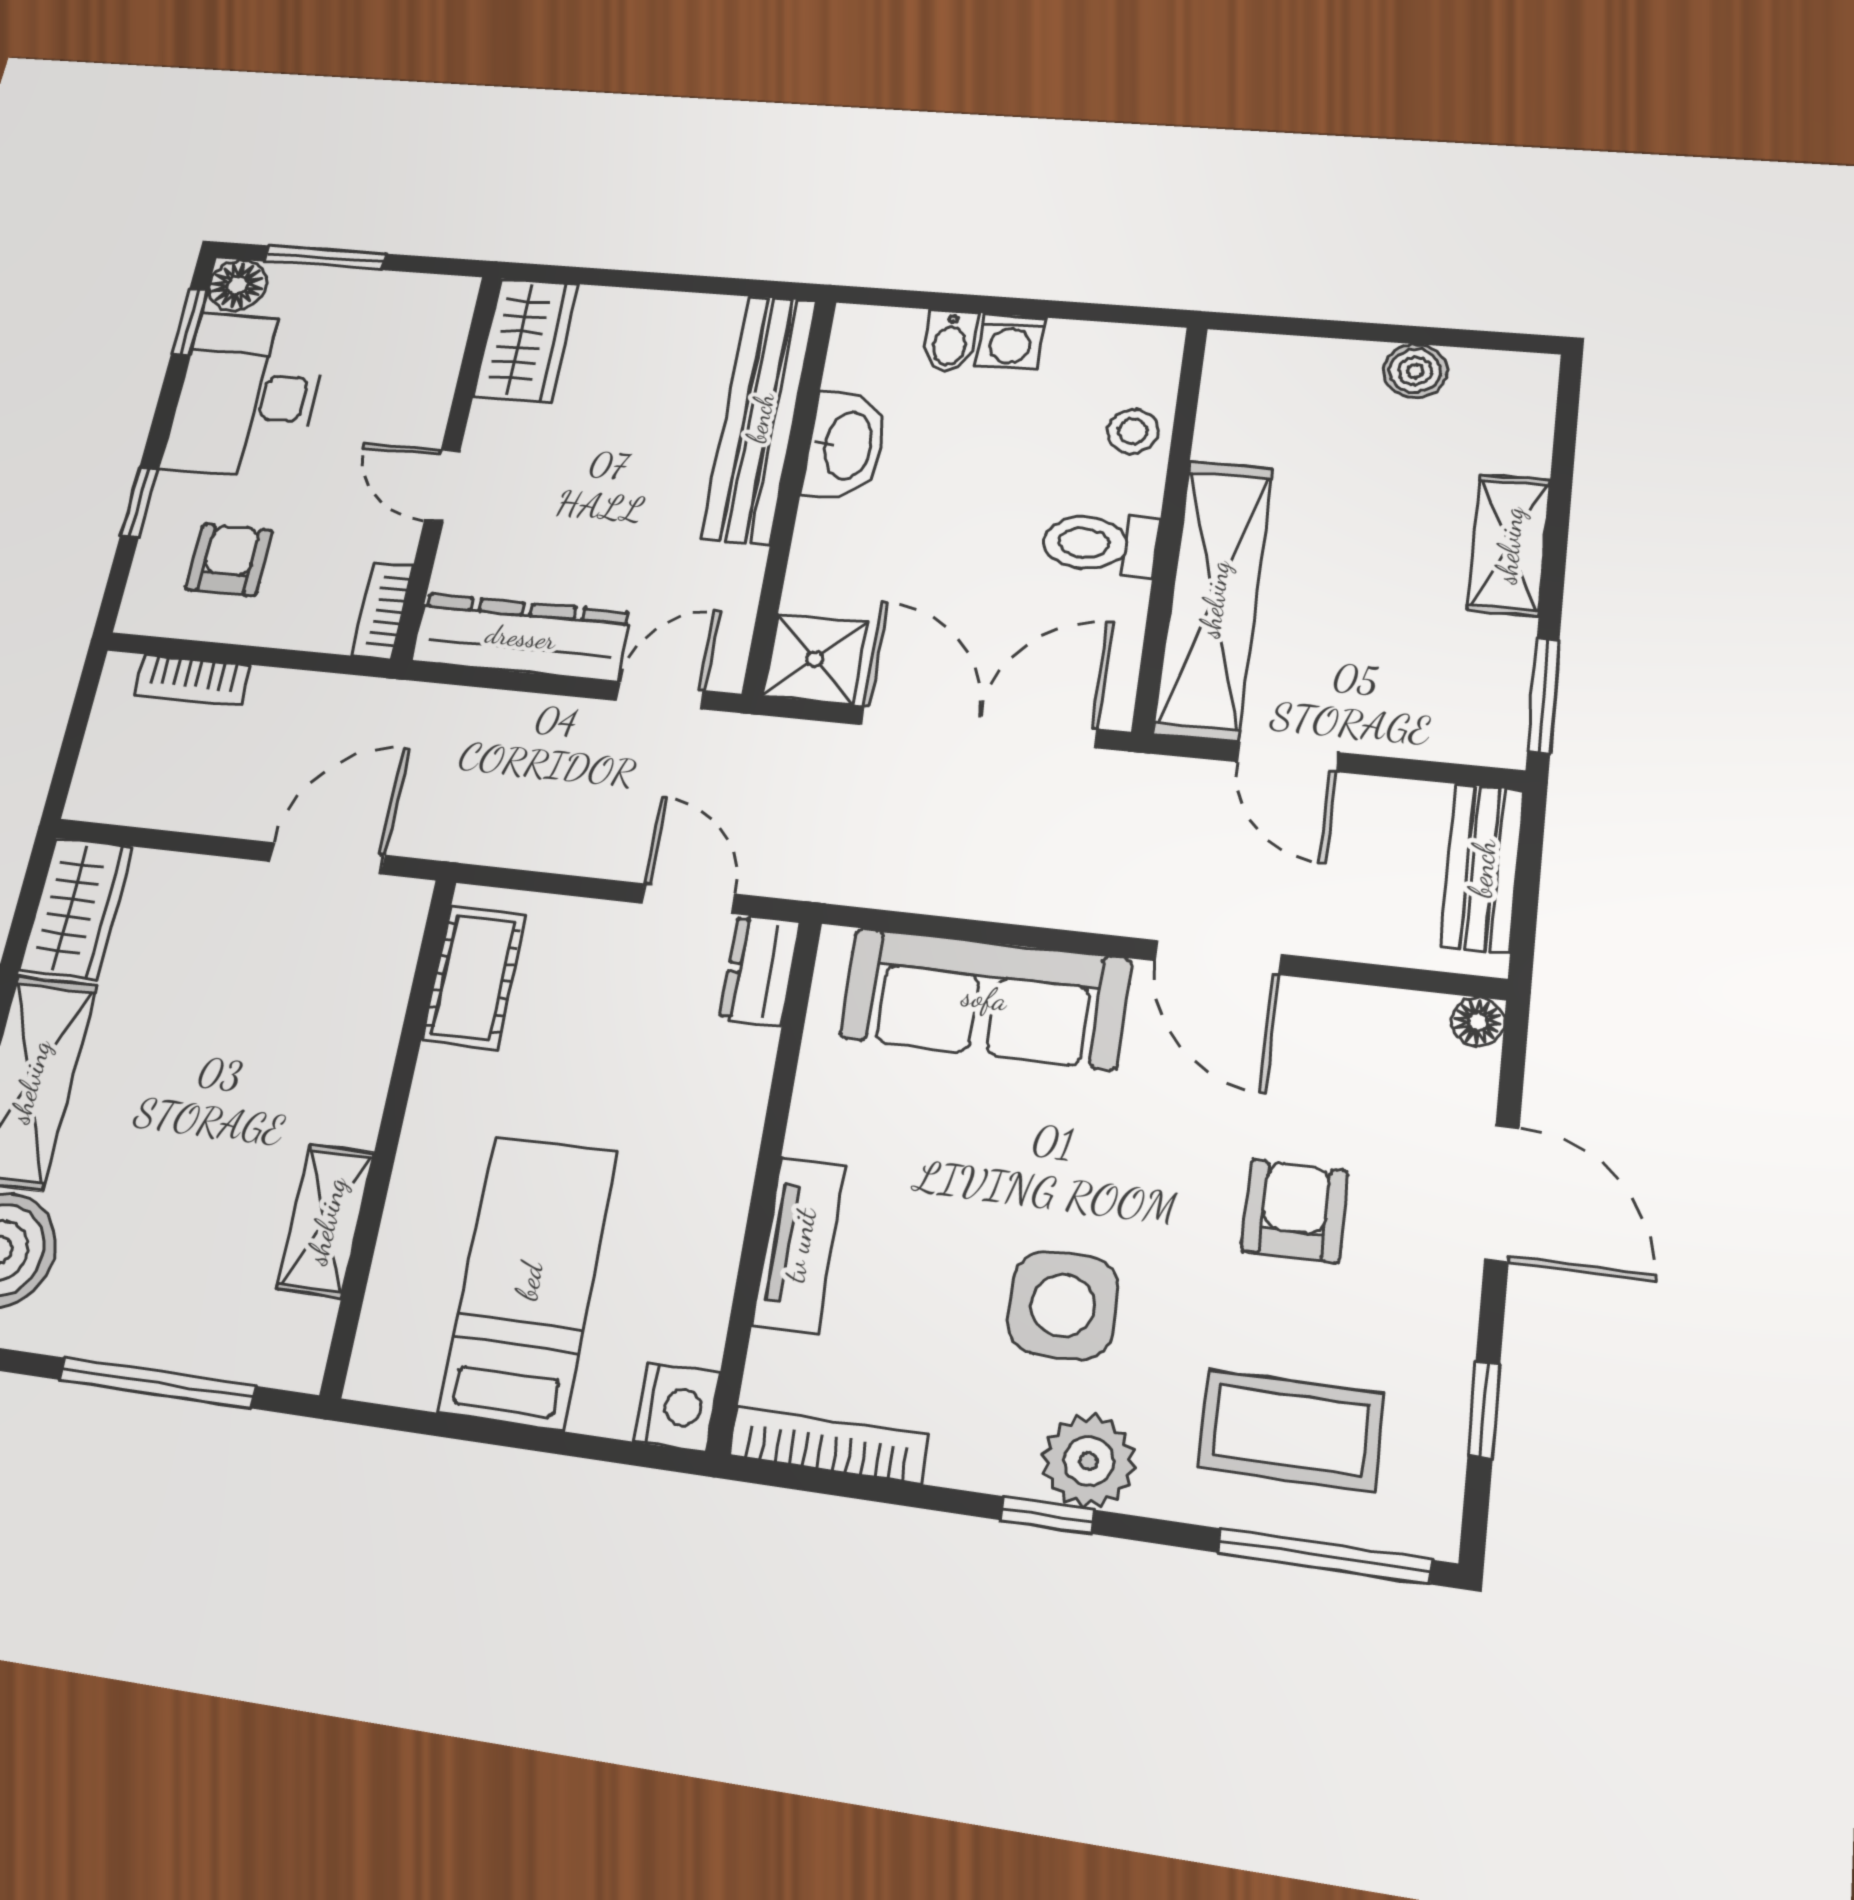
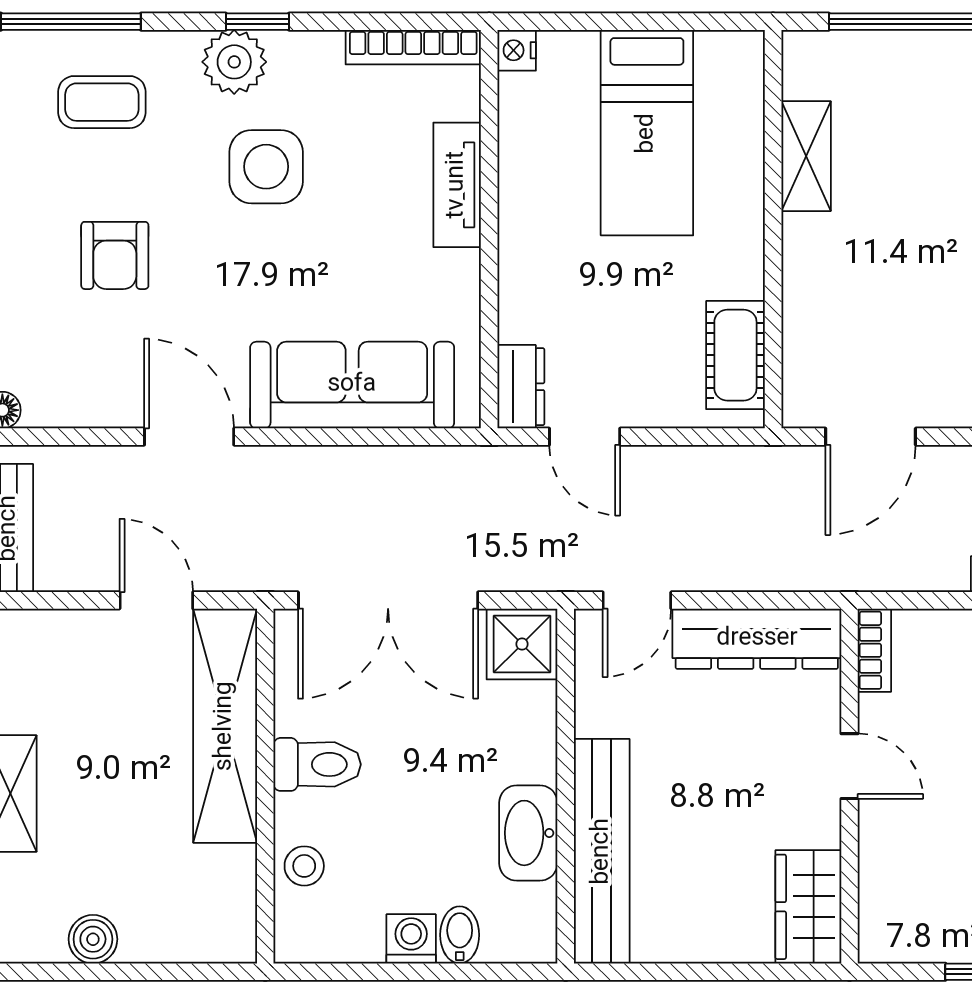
nightstand: (677, 1407) -> (517, 50), width x0.72, depth x0.74
coffee table: (1291, 1430) -> (102, 102), width x0.73, depth x0.77

